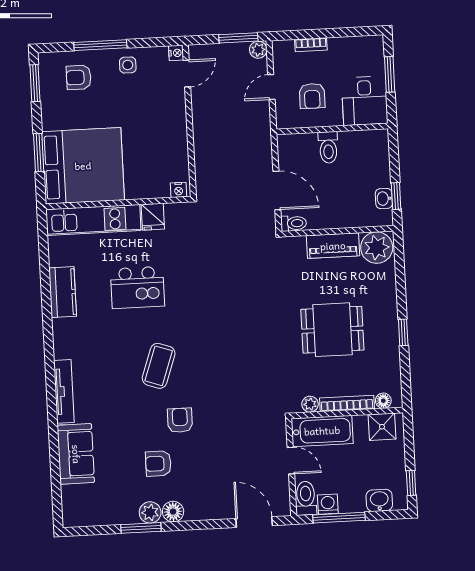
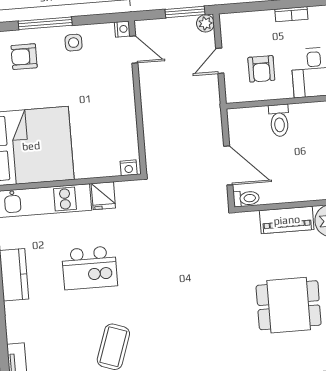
bookcase: (311, 45) -> (291, 14), moved
door: (187, 73) -> (134, 50), hinge flipped

